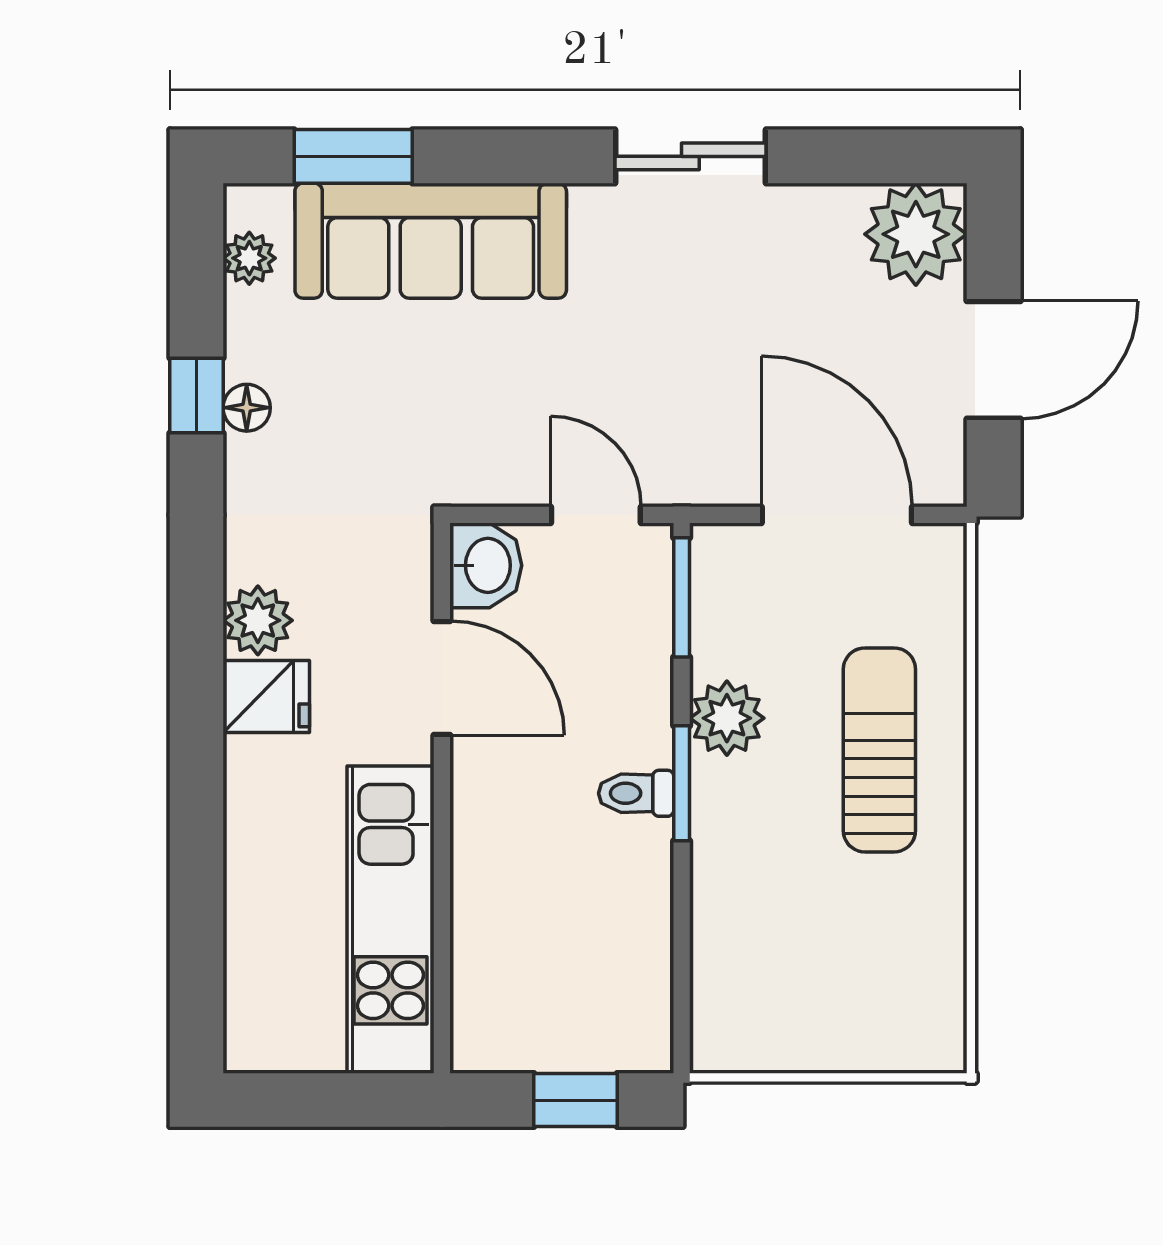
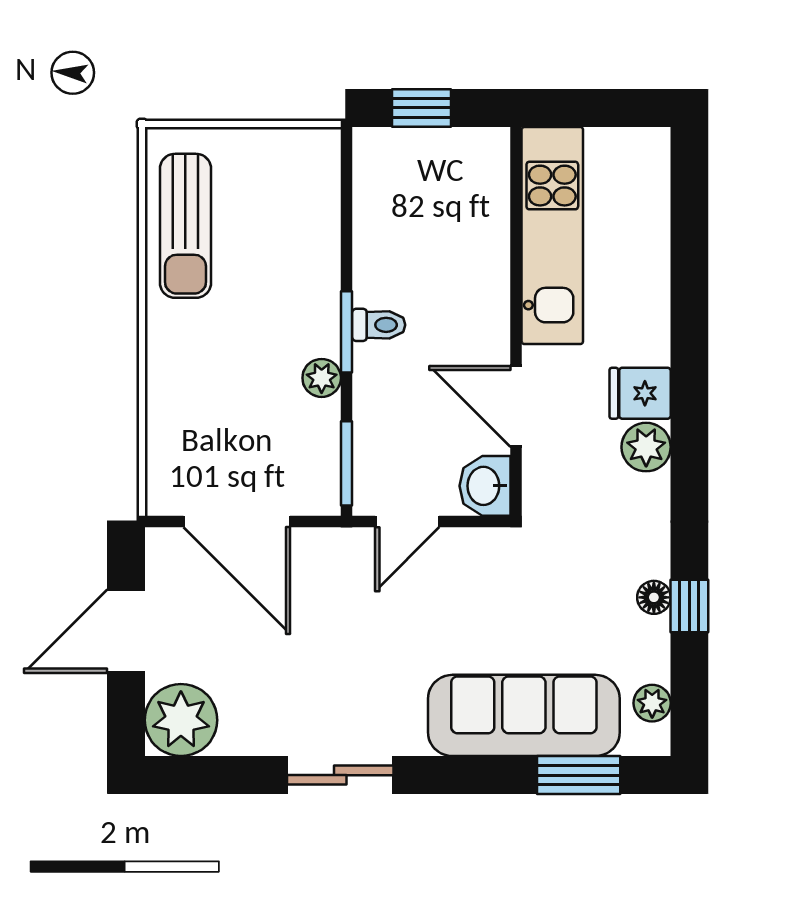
door: (596, 515) -> (407, 522), hinge flipped
plant: (727, 718) -> (322, 378), width x0.73, depth x0.73
sun lounger: (879, 750) -> (185, 226), moved

